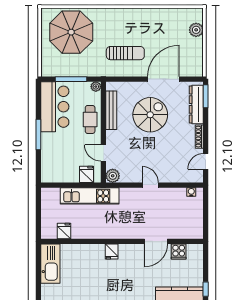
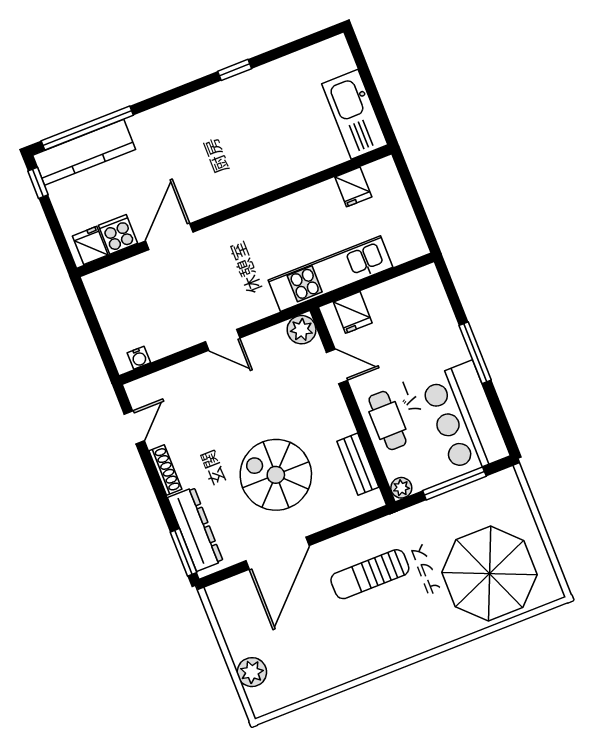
bench: (111, 110) -> (358, 464), width x0.73
spiral stairs: (150, 115) -> (276, 475), turned 90
fridge: (112, 251) -> (90, 245), moved

